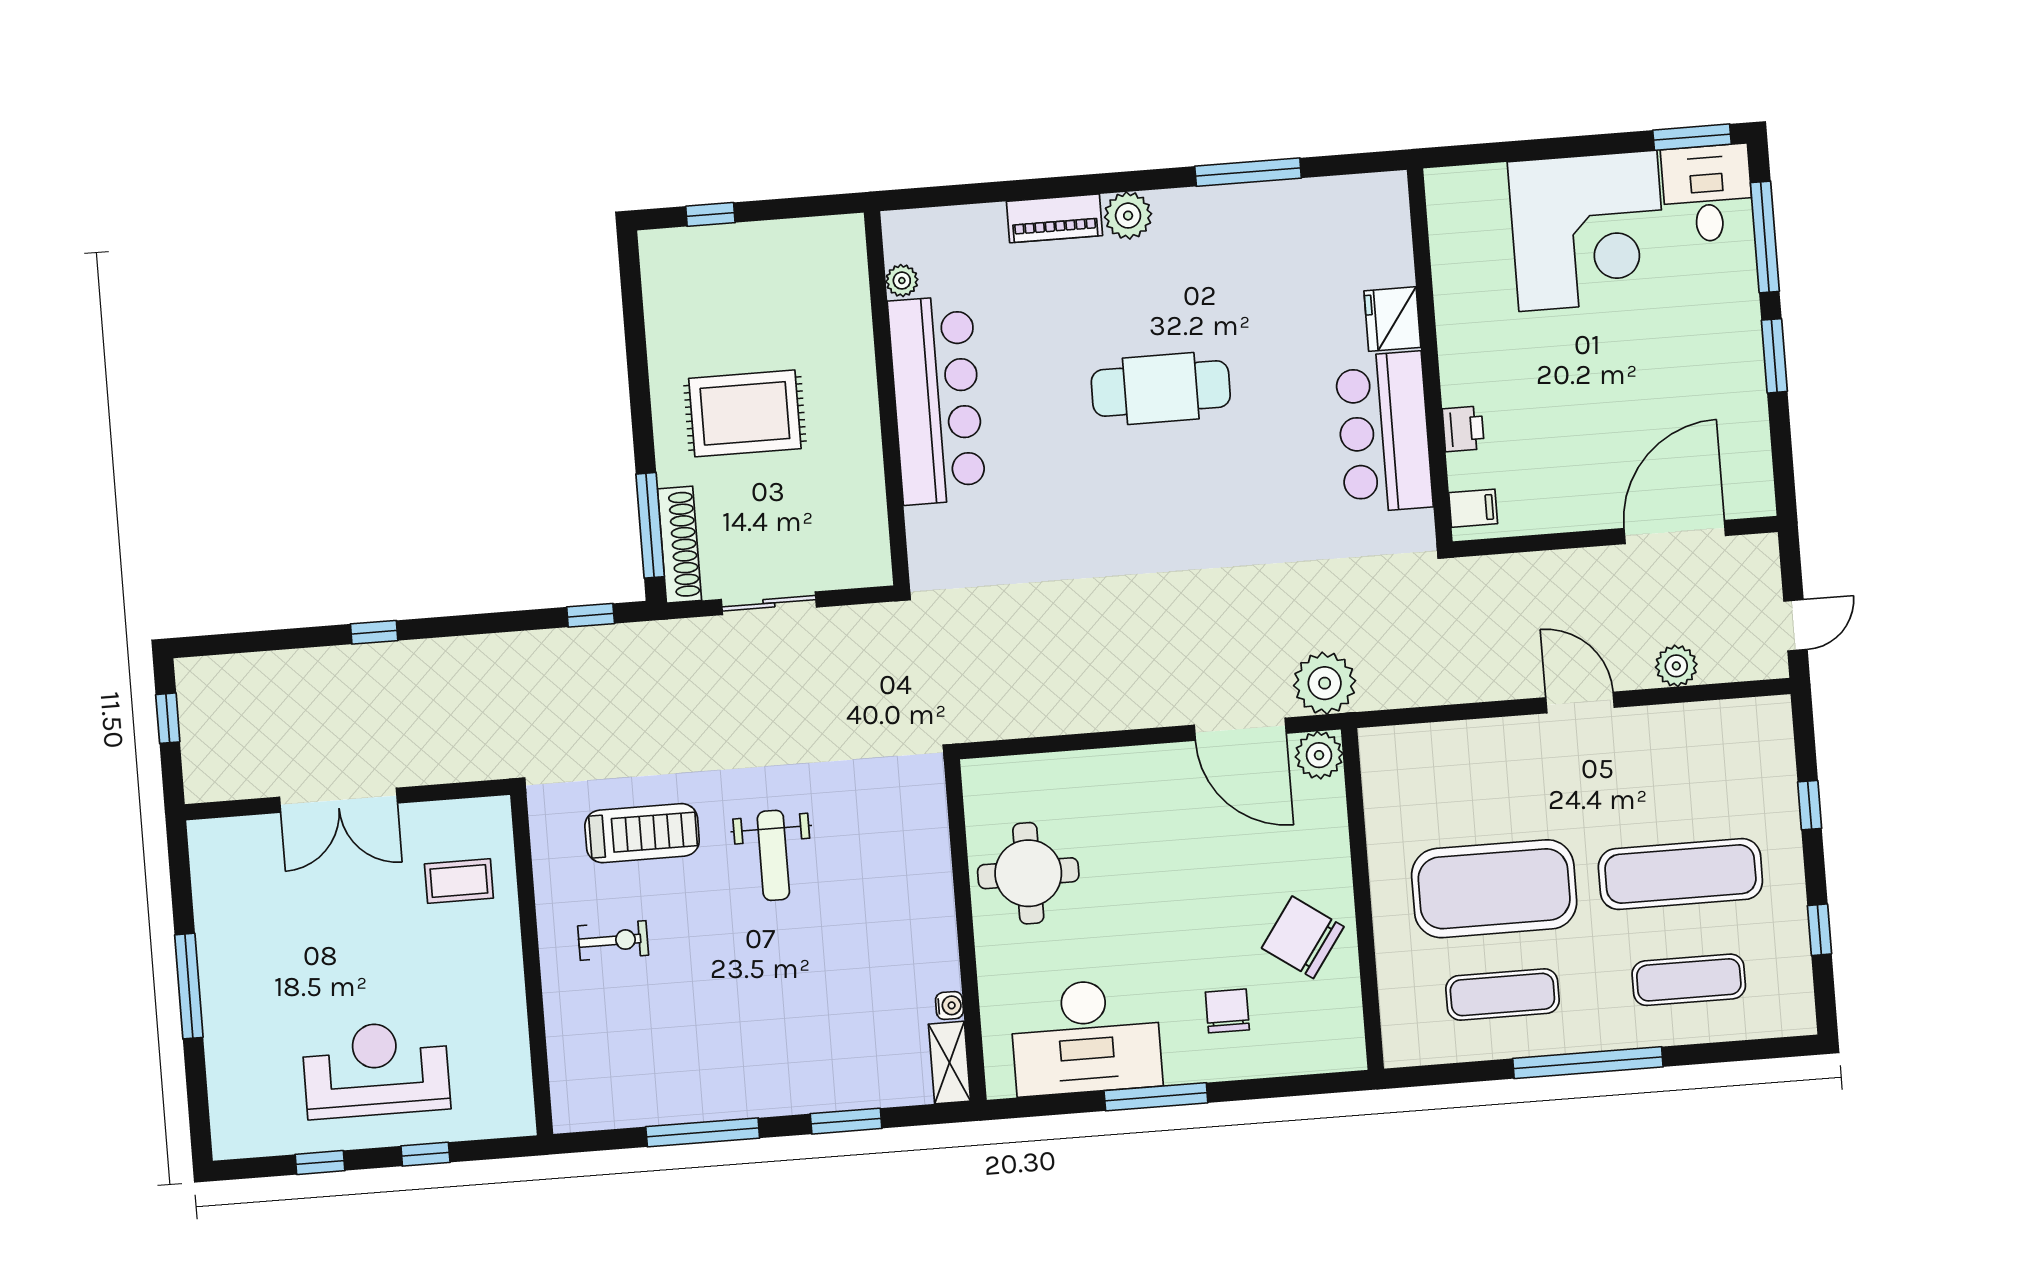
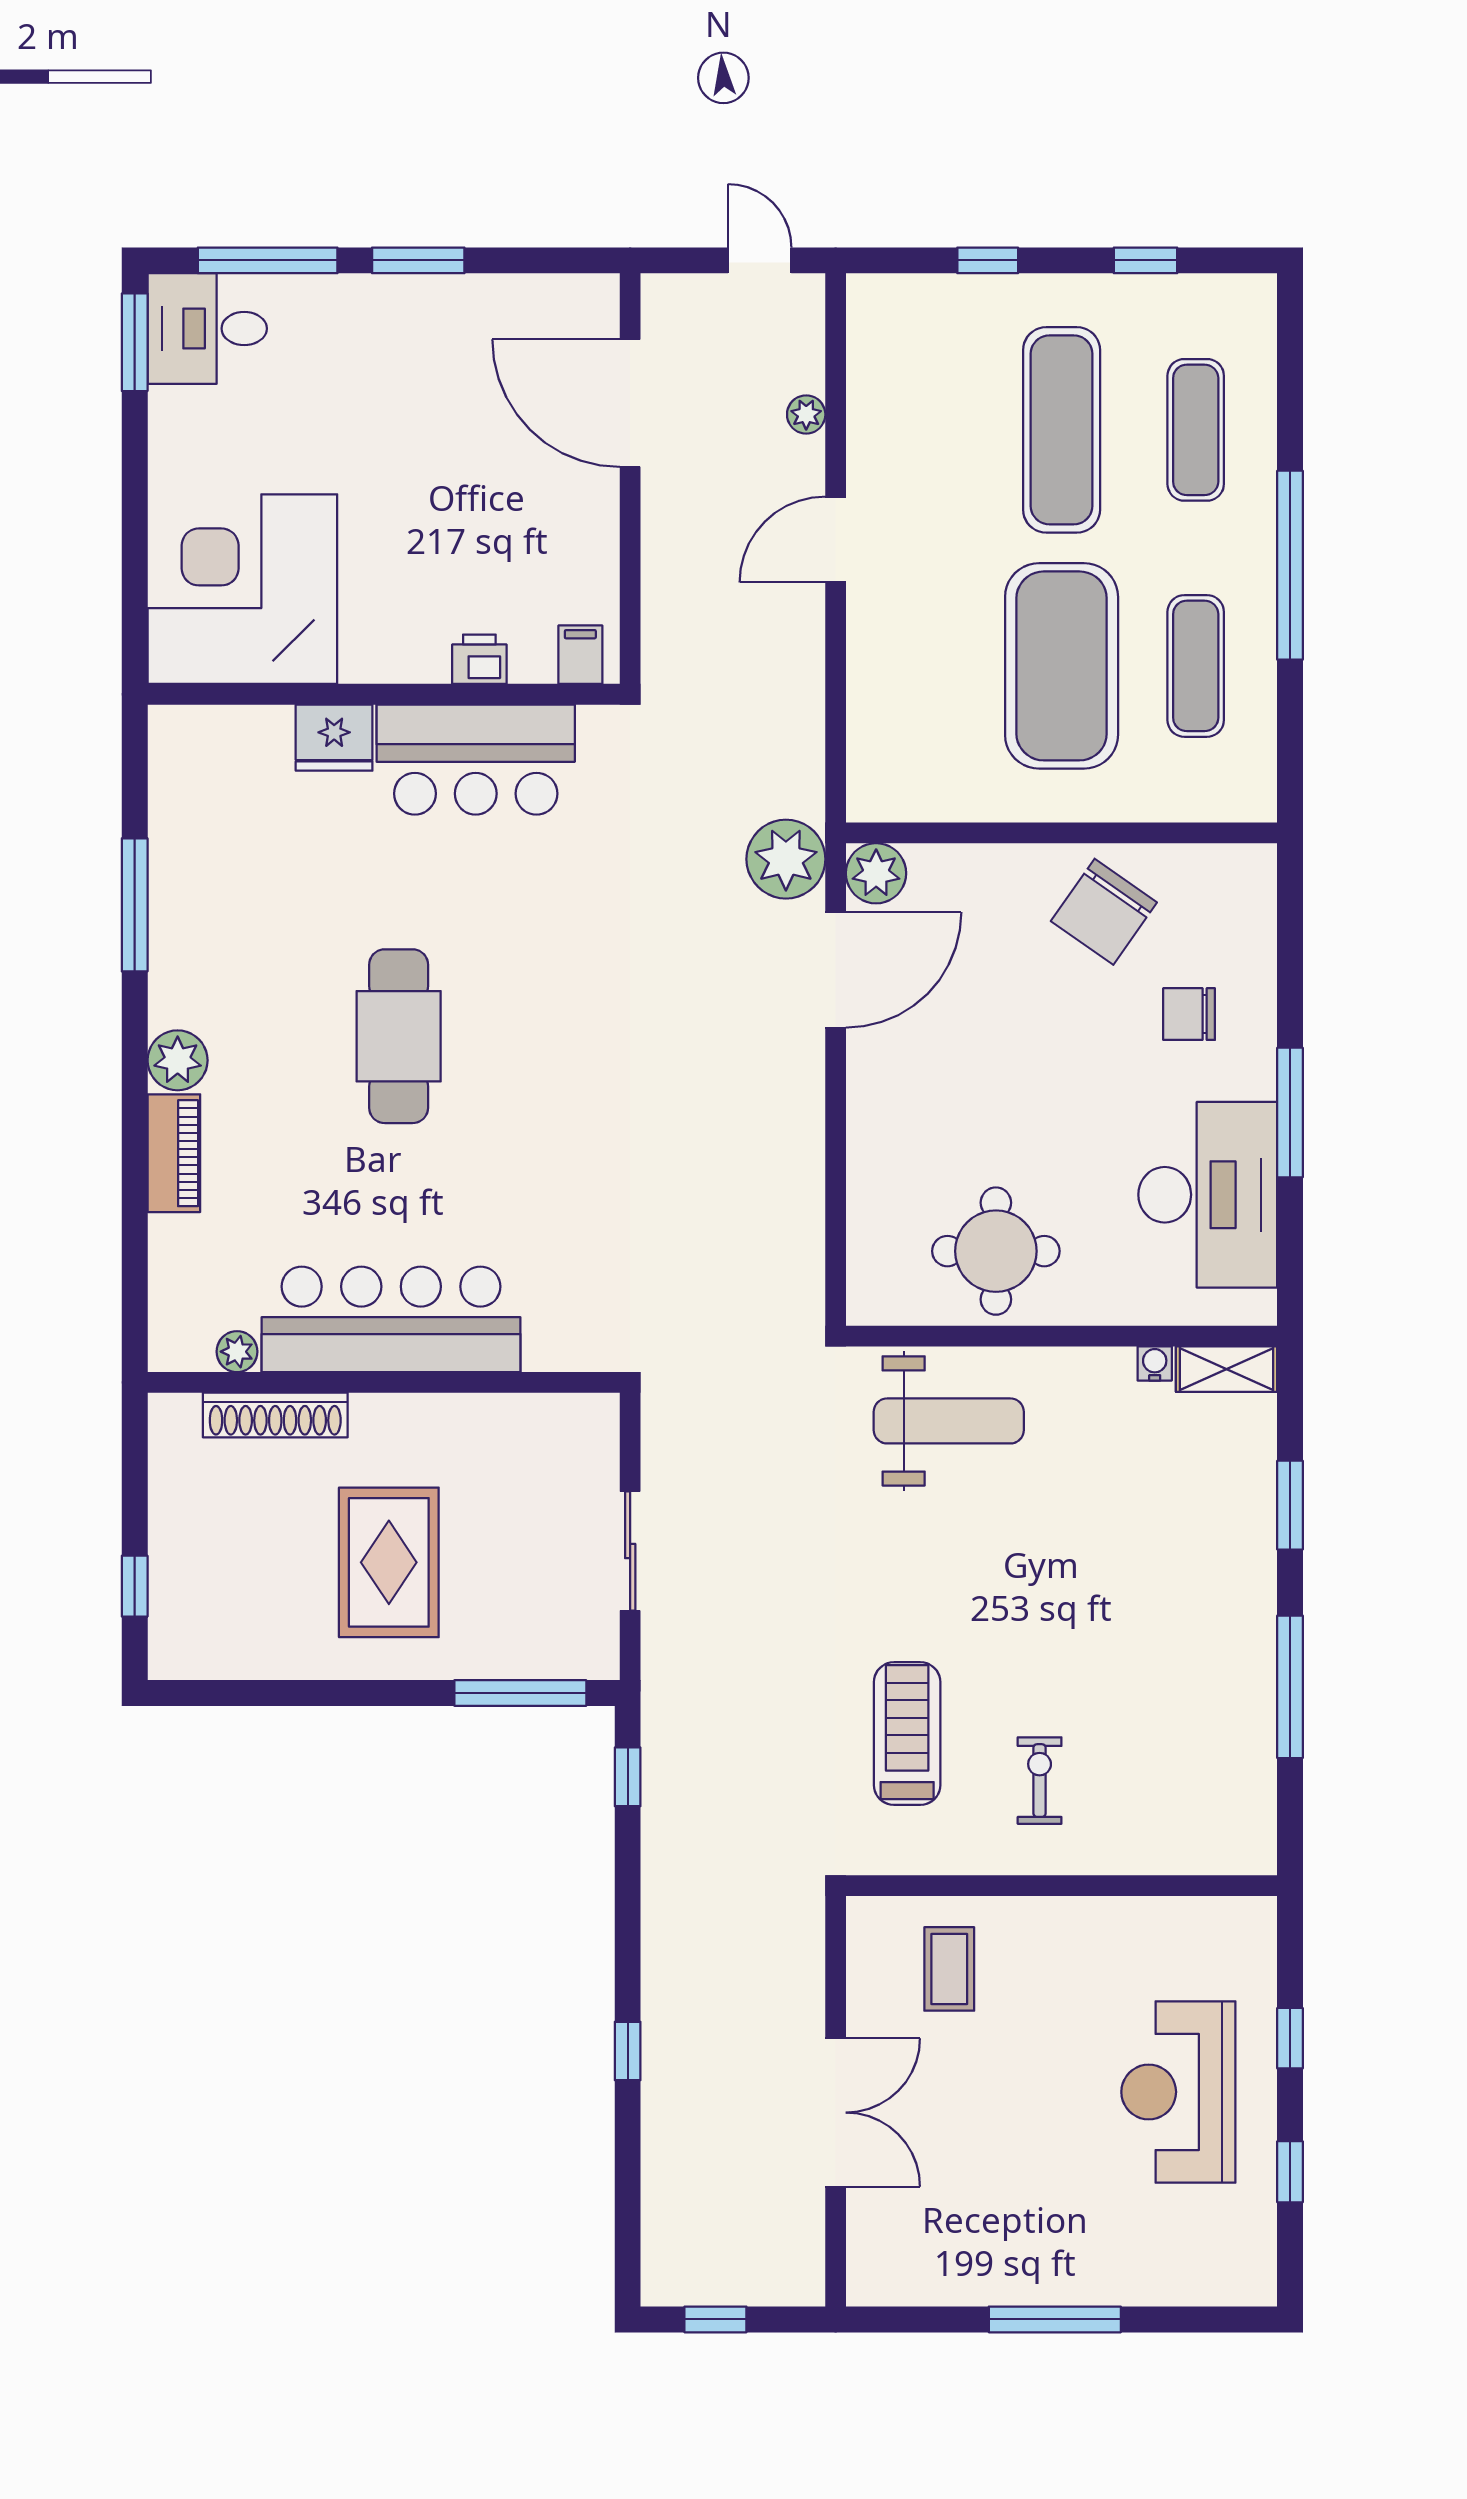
corner desk: (1588, 231) -> (242, 589), moved, turned -90
shoe rack: (680, 545) -> (275, 1415), moved, turned 180
plant: (1676, 666) -> (806, 414), width x0.73, depth x0.73
weight bench: (773, 855) -> (949, 1421), moved, width x1.36, depth x1.33

